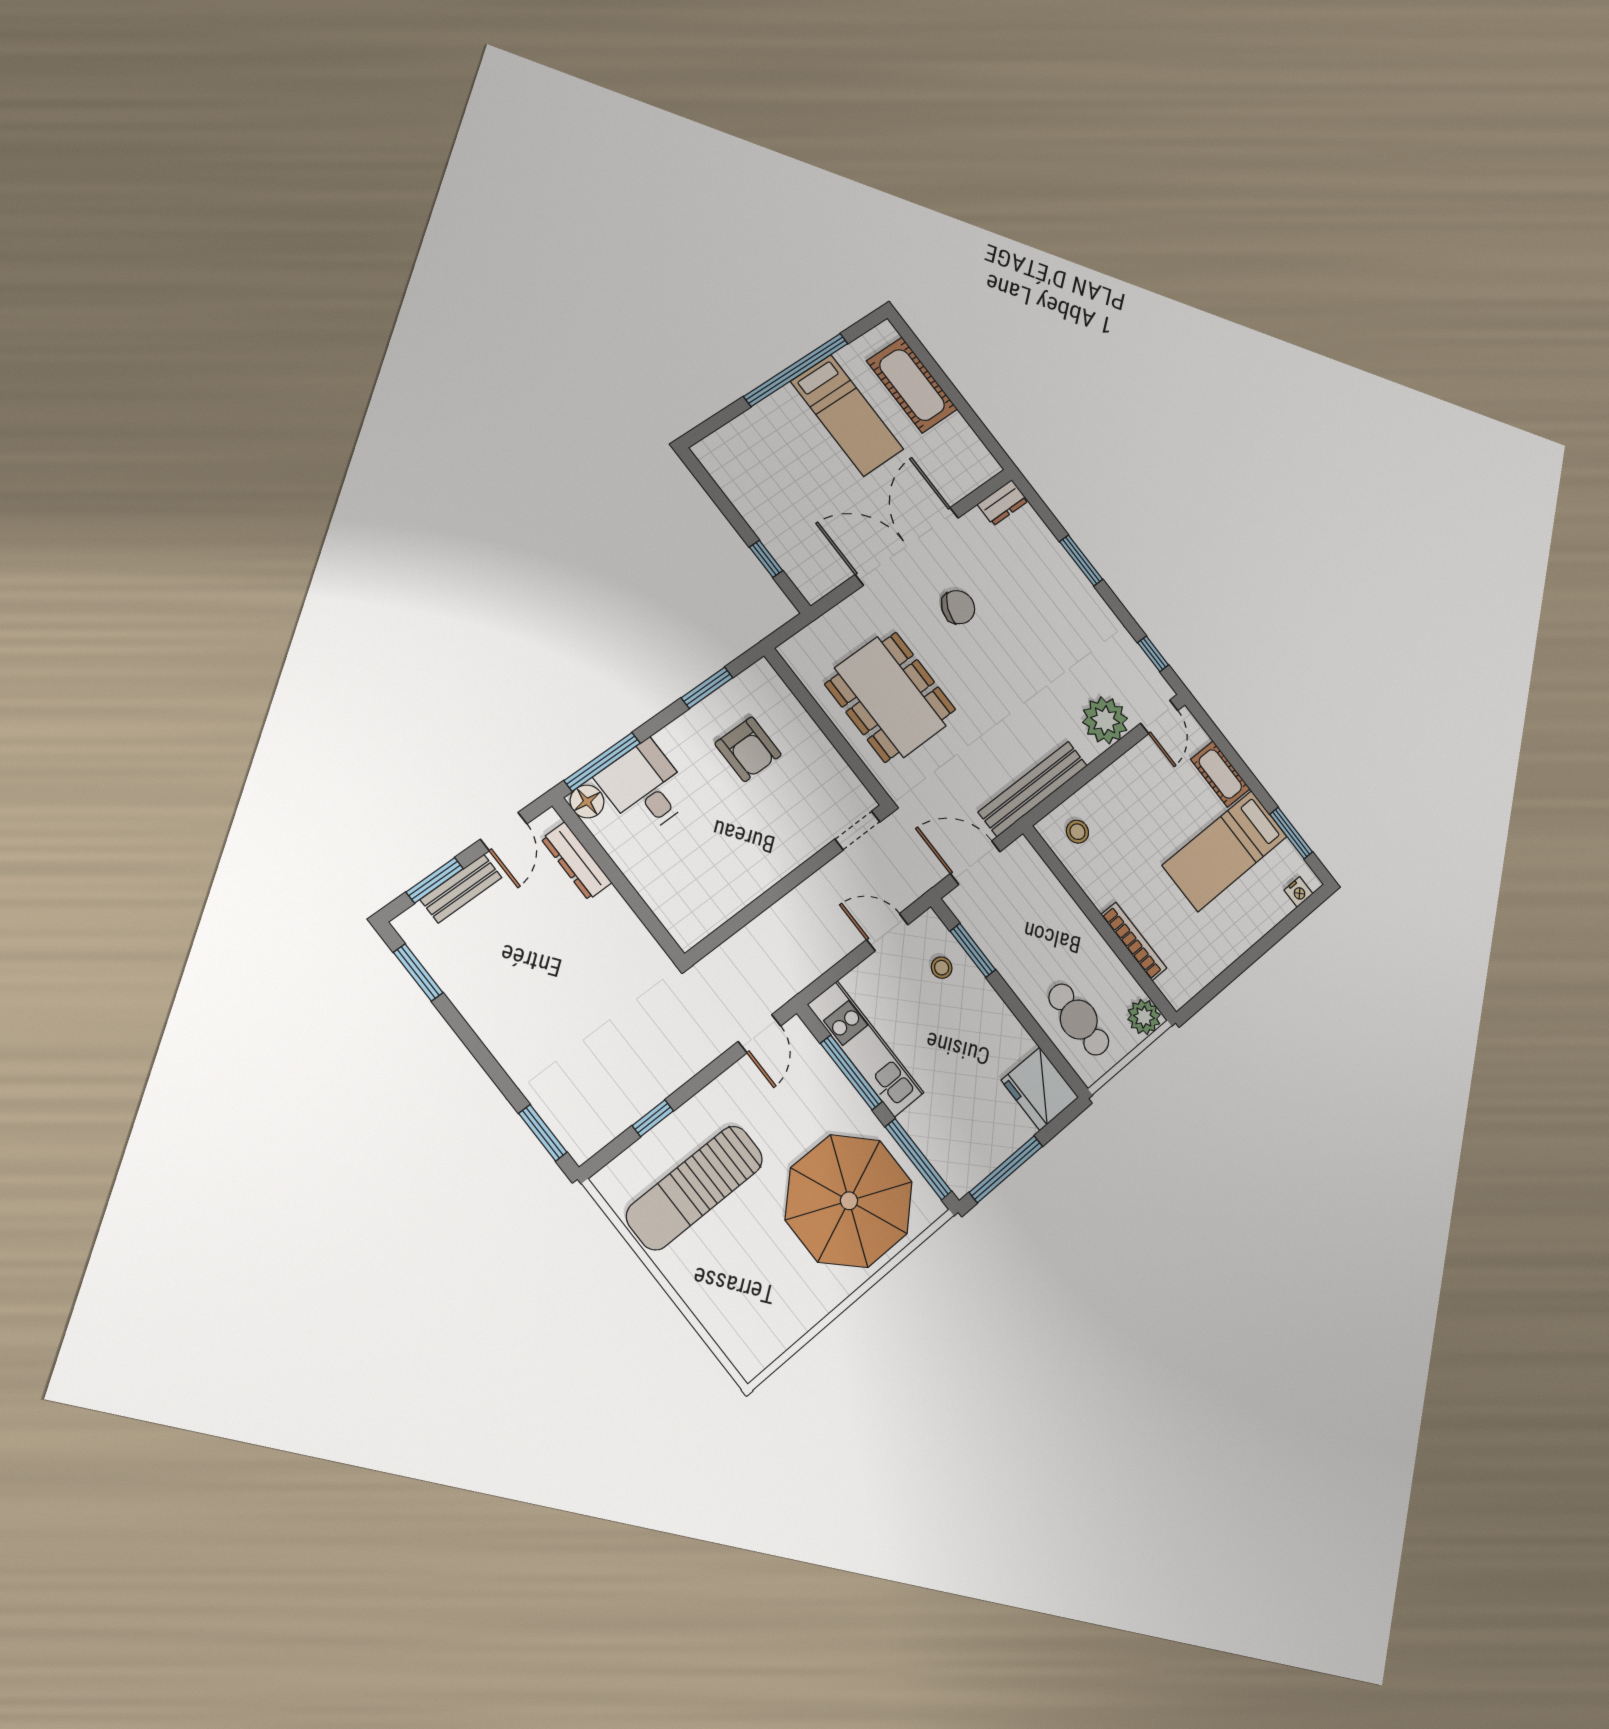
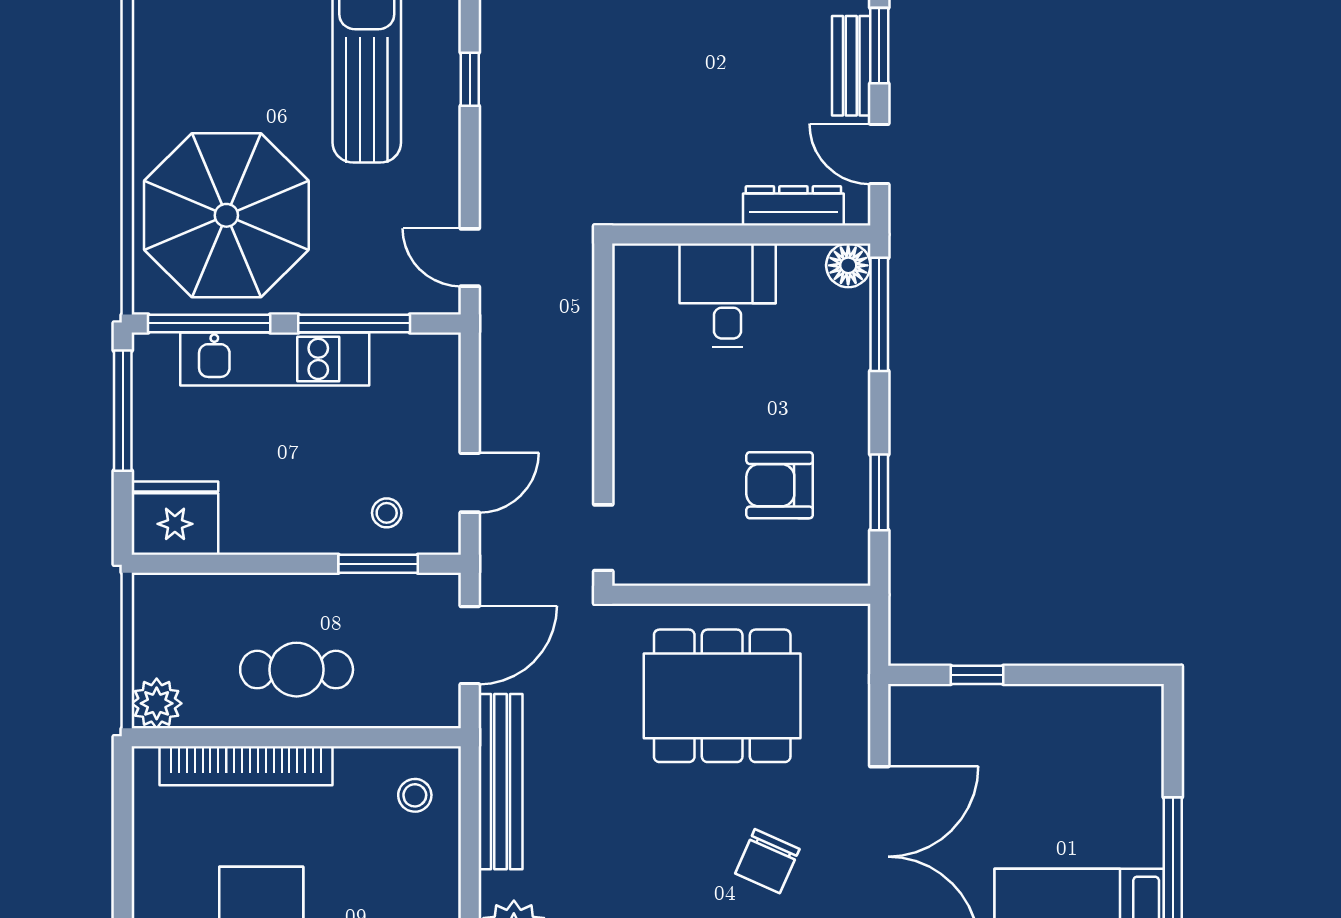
desk: (645, 788) -> (728, 295), moved, turned -90
bookcase: (1134, 941) -> (246, 766), width x1.48, depth x1.31
cafe table: (1079, 1020) -> (297, 670), moved
kitchen unit: (866, 1049) -> (275, 359), moved

